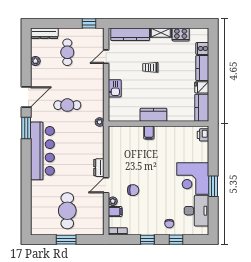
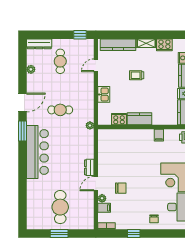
cooker: (131, 115) -> (119, 119), added
filing cabinet: (149, 133) -> (159, 135), moved
window: (176, 240) -> (160, 234), removed

